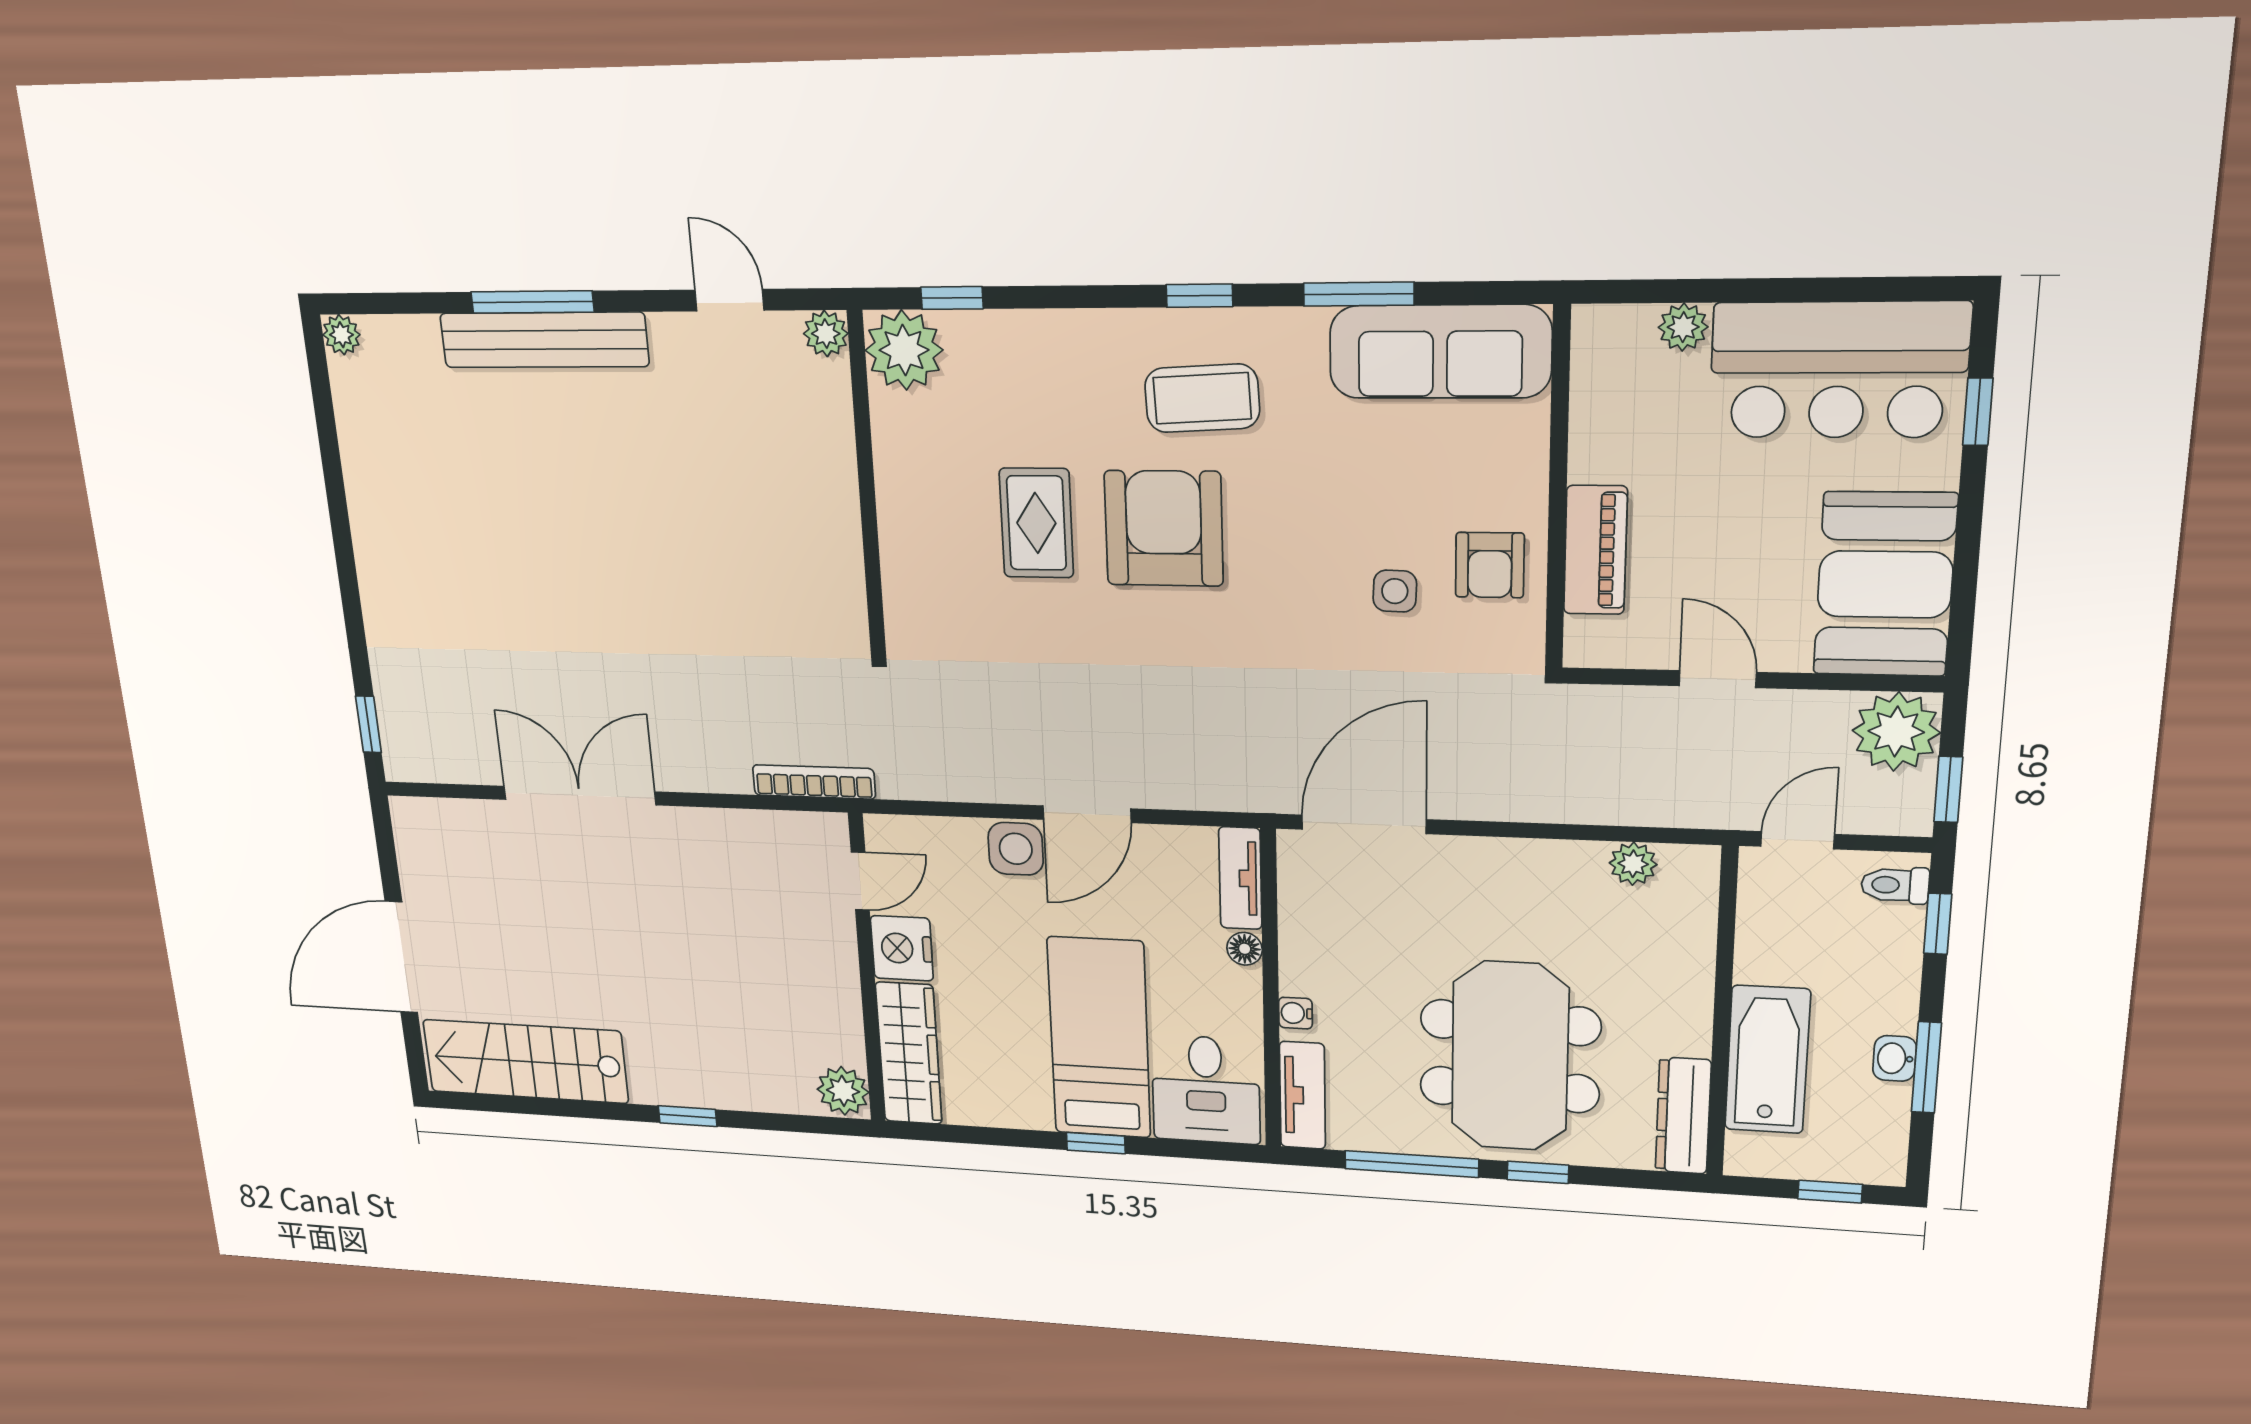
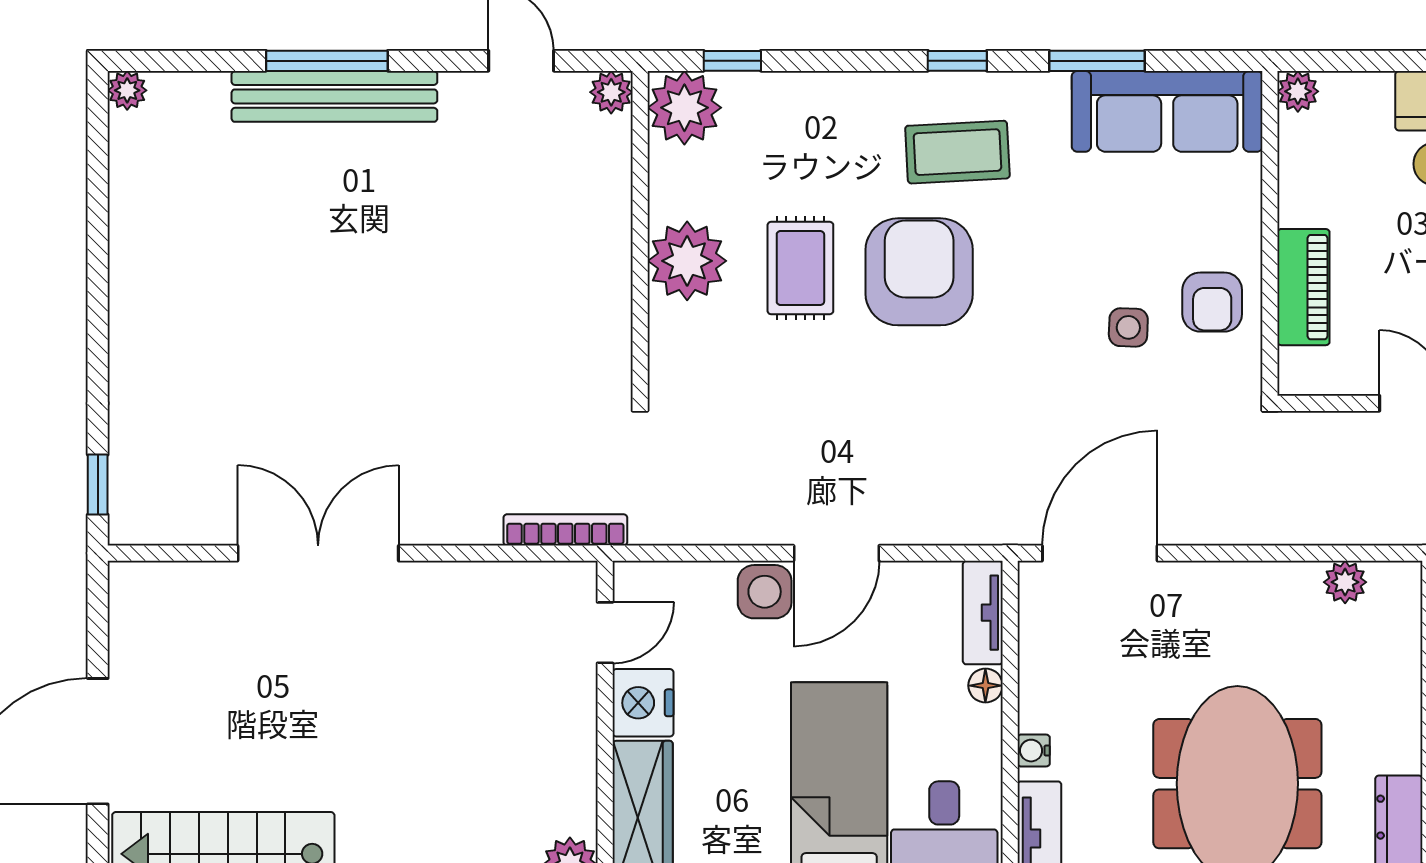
plant: (1683, 327) -> (1298, 91), moved
plant: (917, 514) -> (687, 261), added

